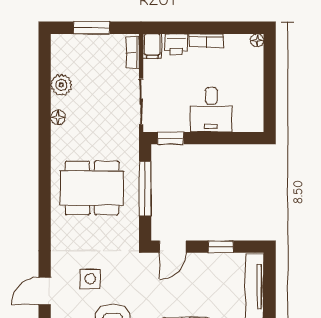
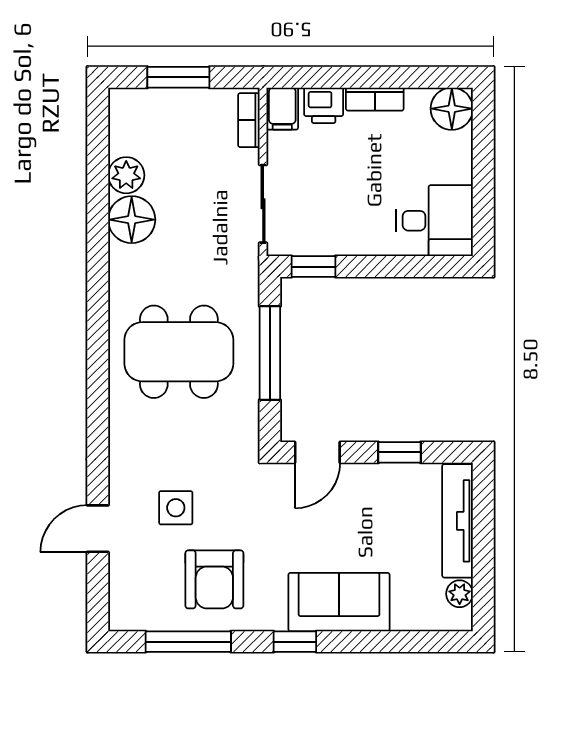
floor lamp: (257, 40) -> (452, 109), width x1.89, depth x1.89
desk: (211, 110) -> (435, 221), moved, turned -90
floor lamp: (58, 117) -> (132, 220), width x1.89, depth x1.89

